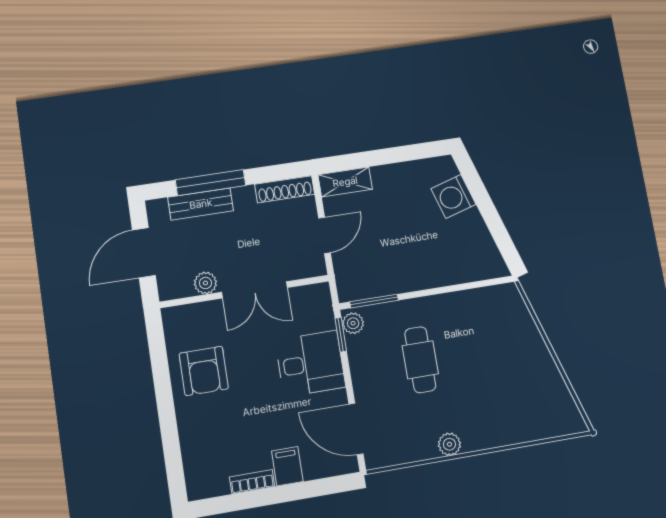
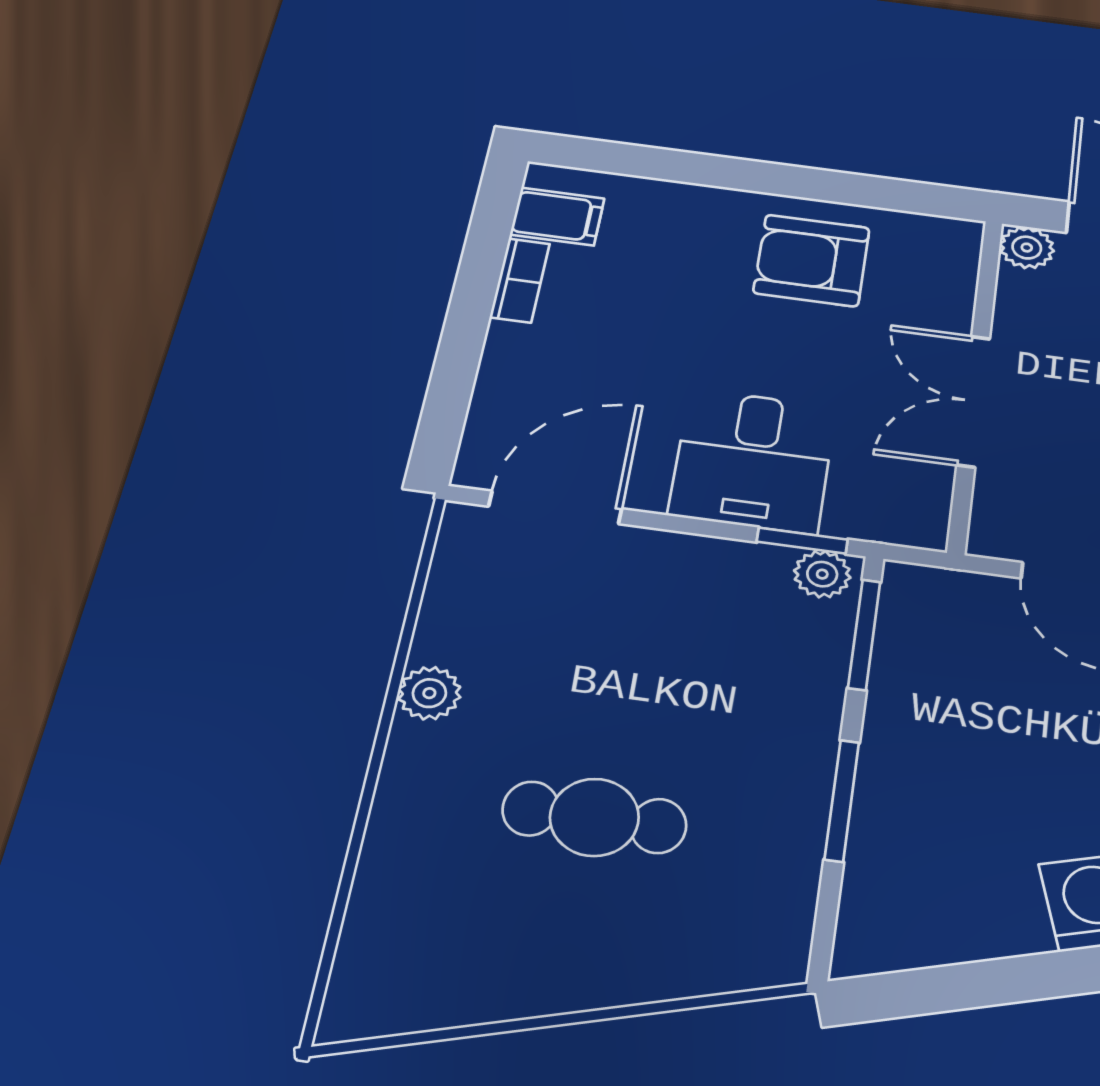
plant: (205, 283) -> (1027, 248), moved
window: (444, 290) -> (842, 800), added
cafe table: (420, 360) -> (594, 817), moved
filing cabinet: (287, 466) -> (557, 217), moved

